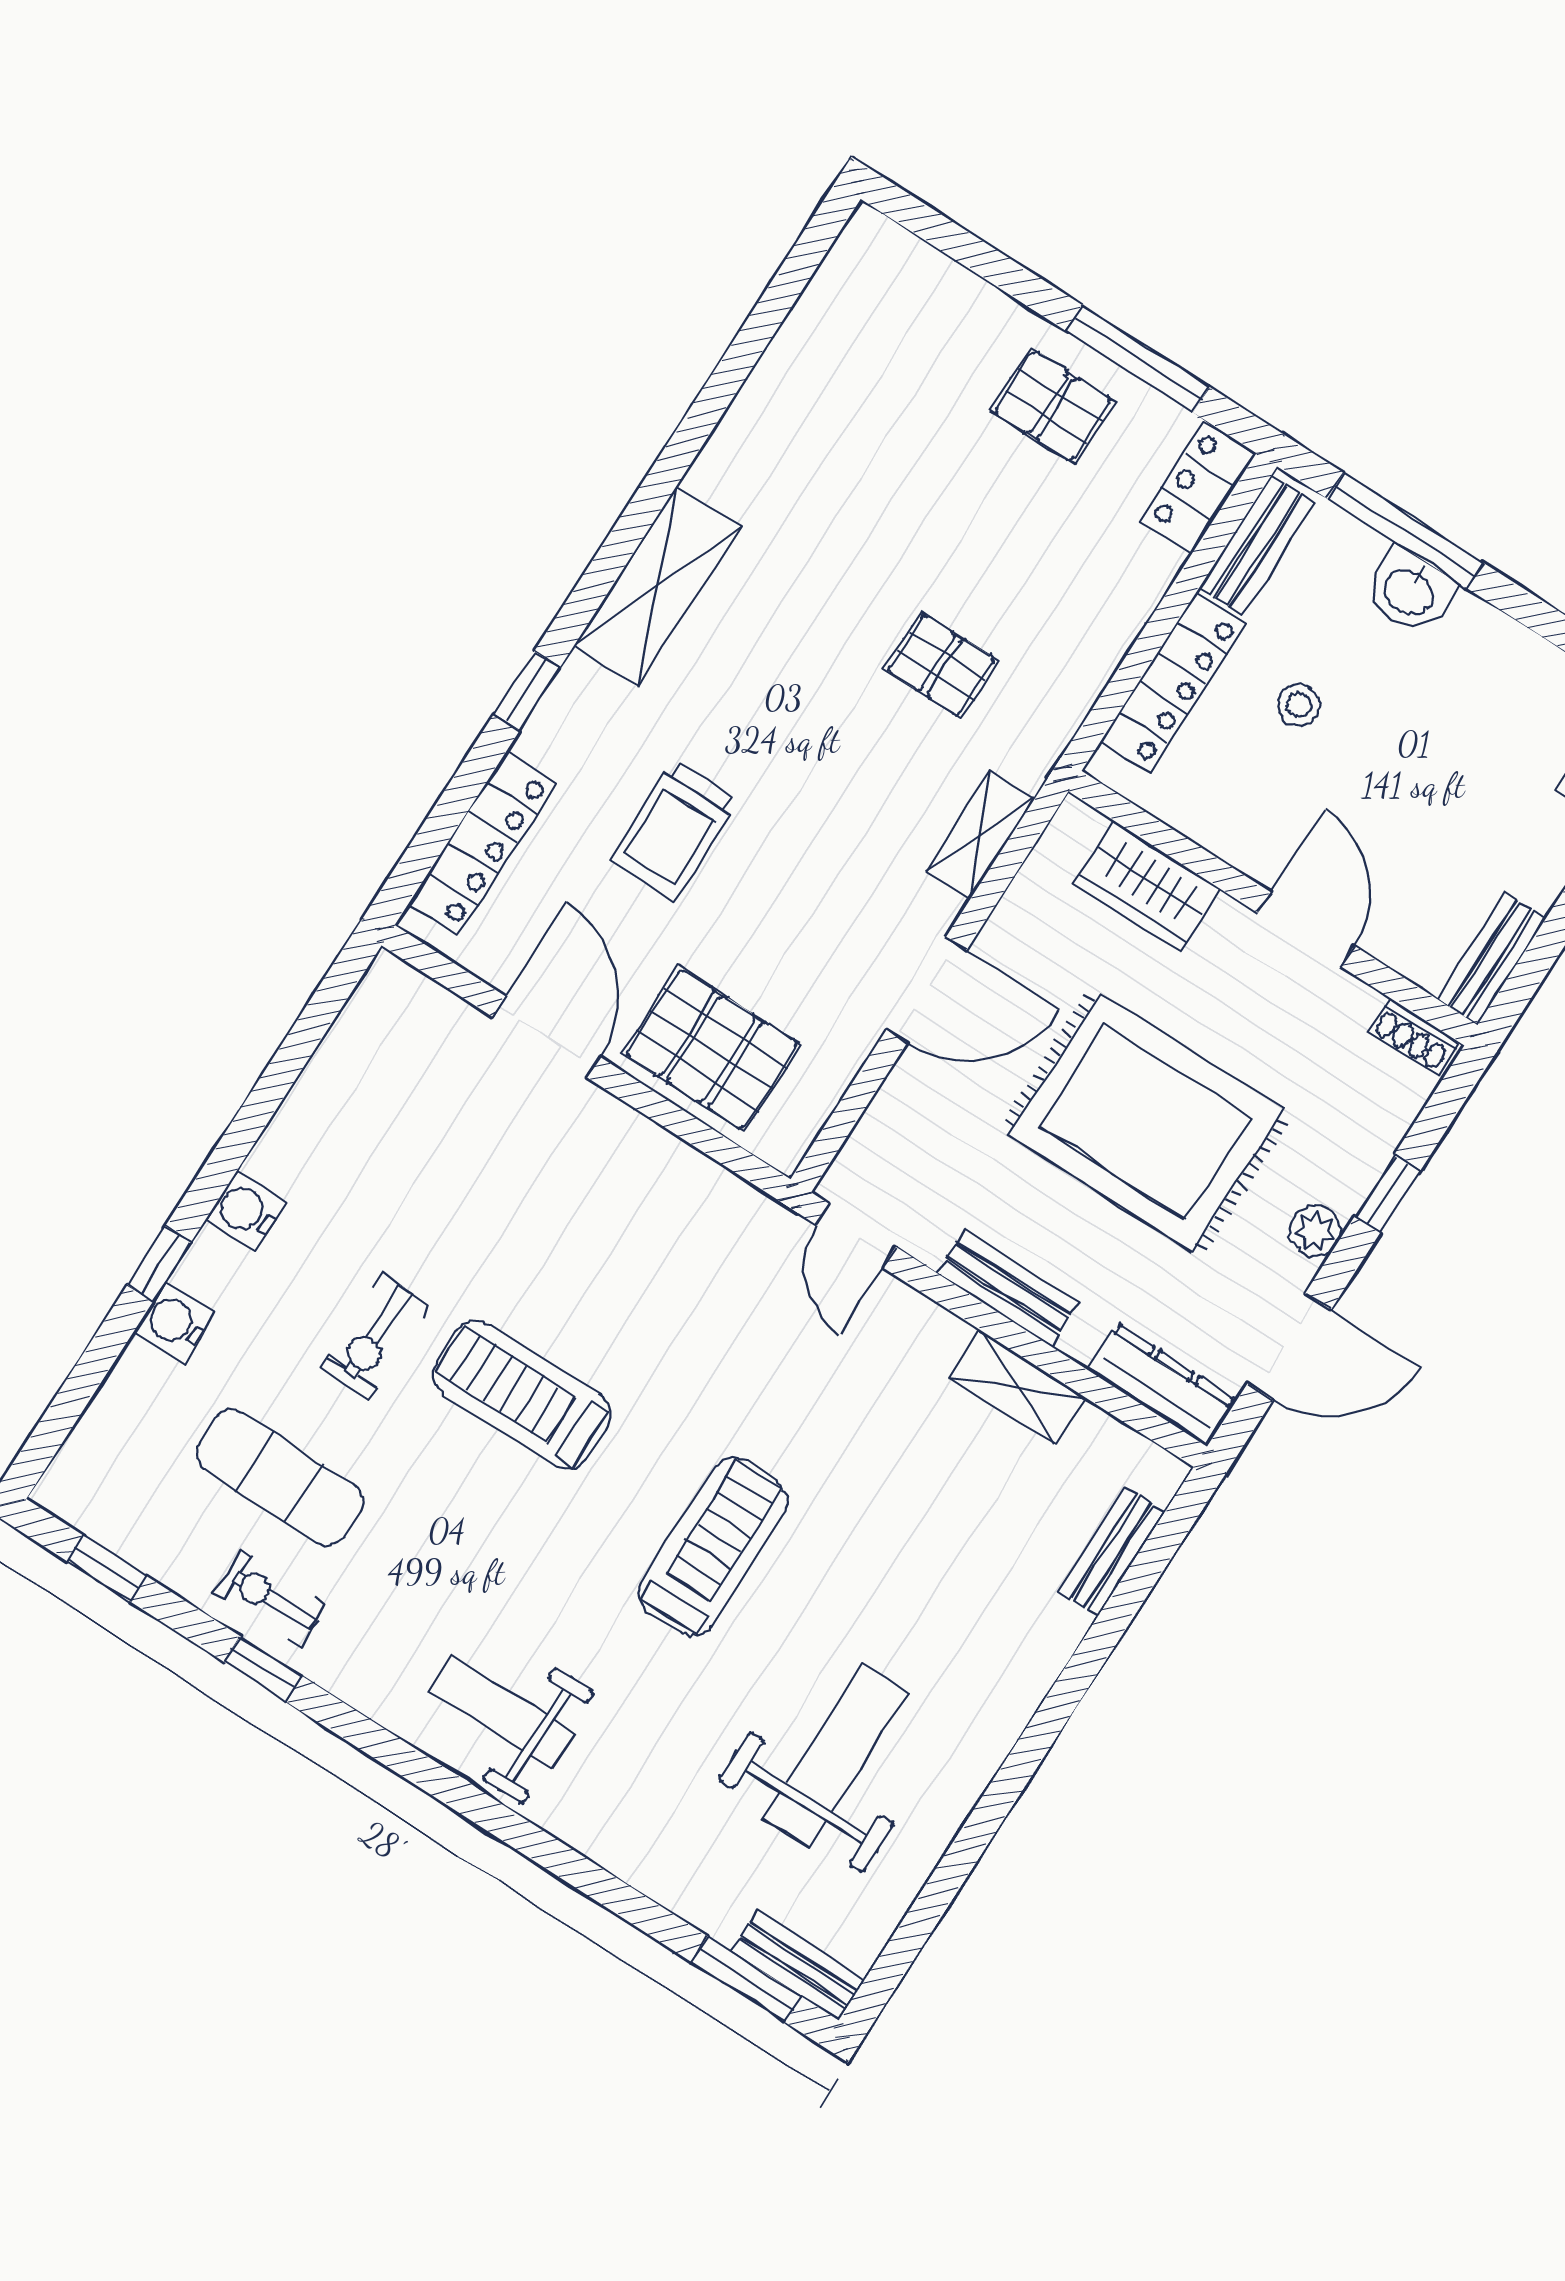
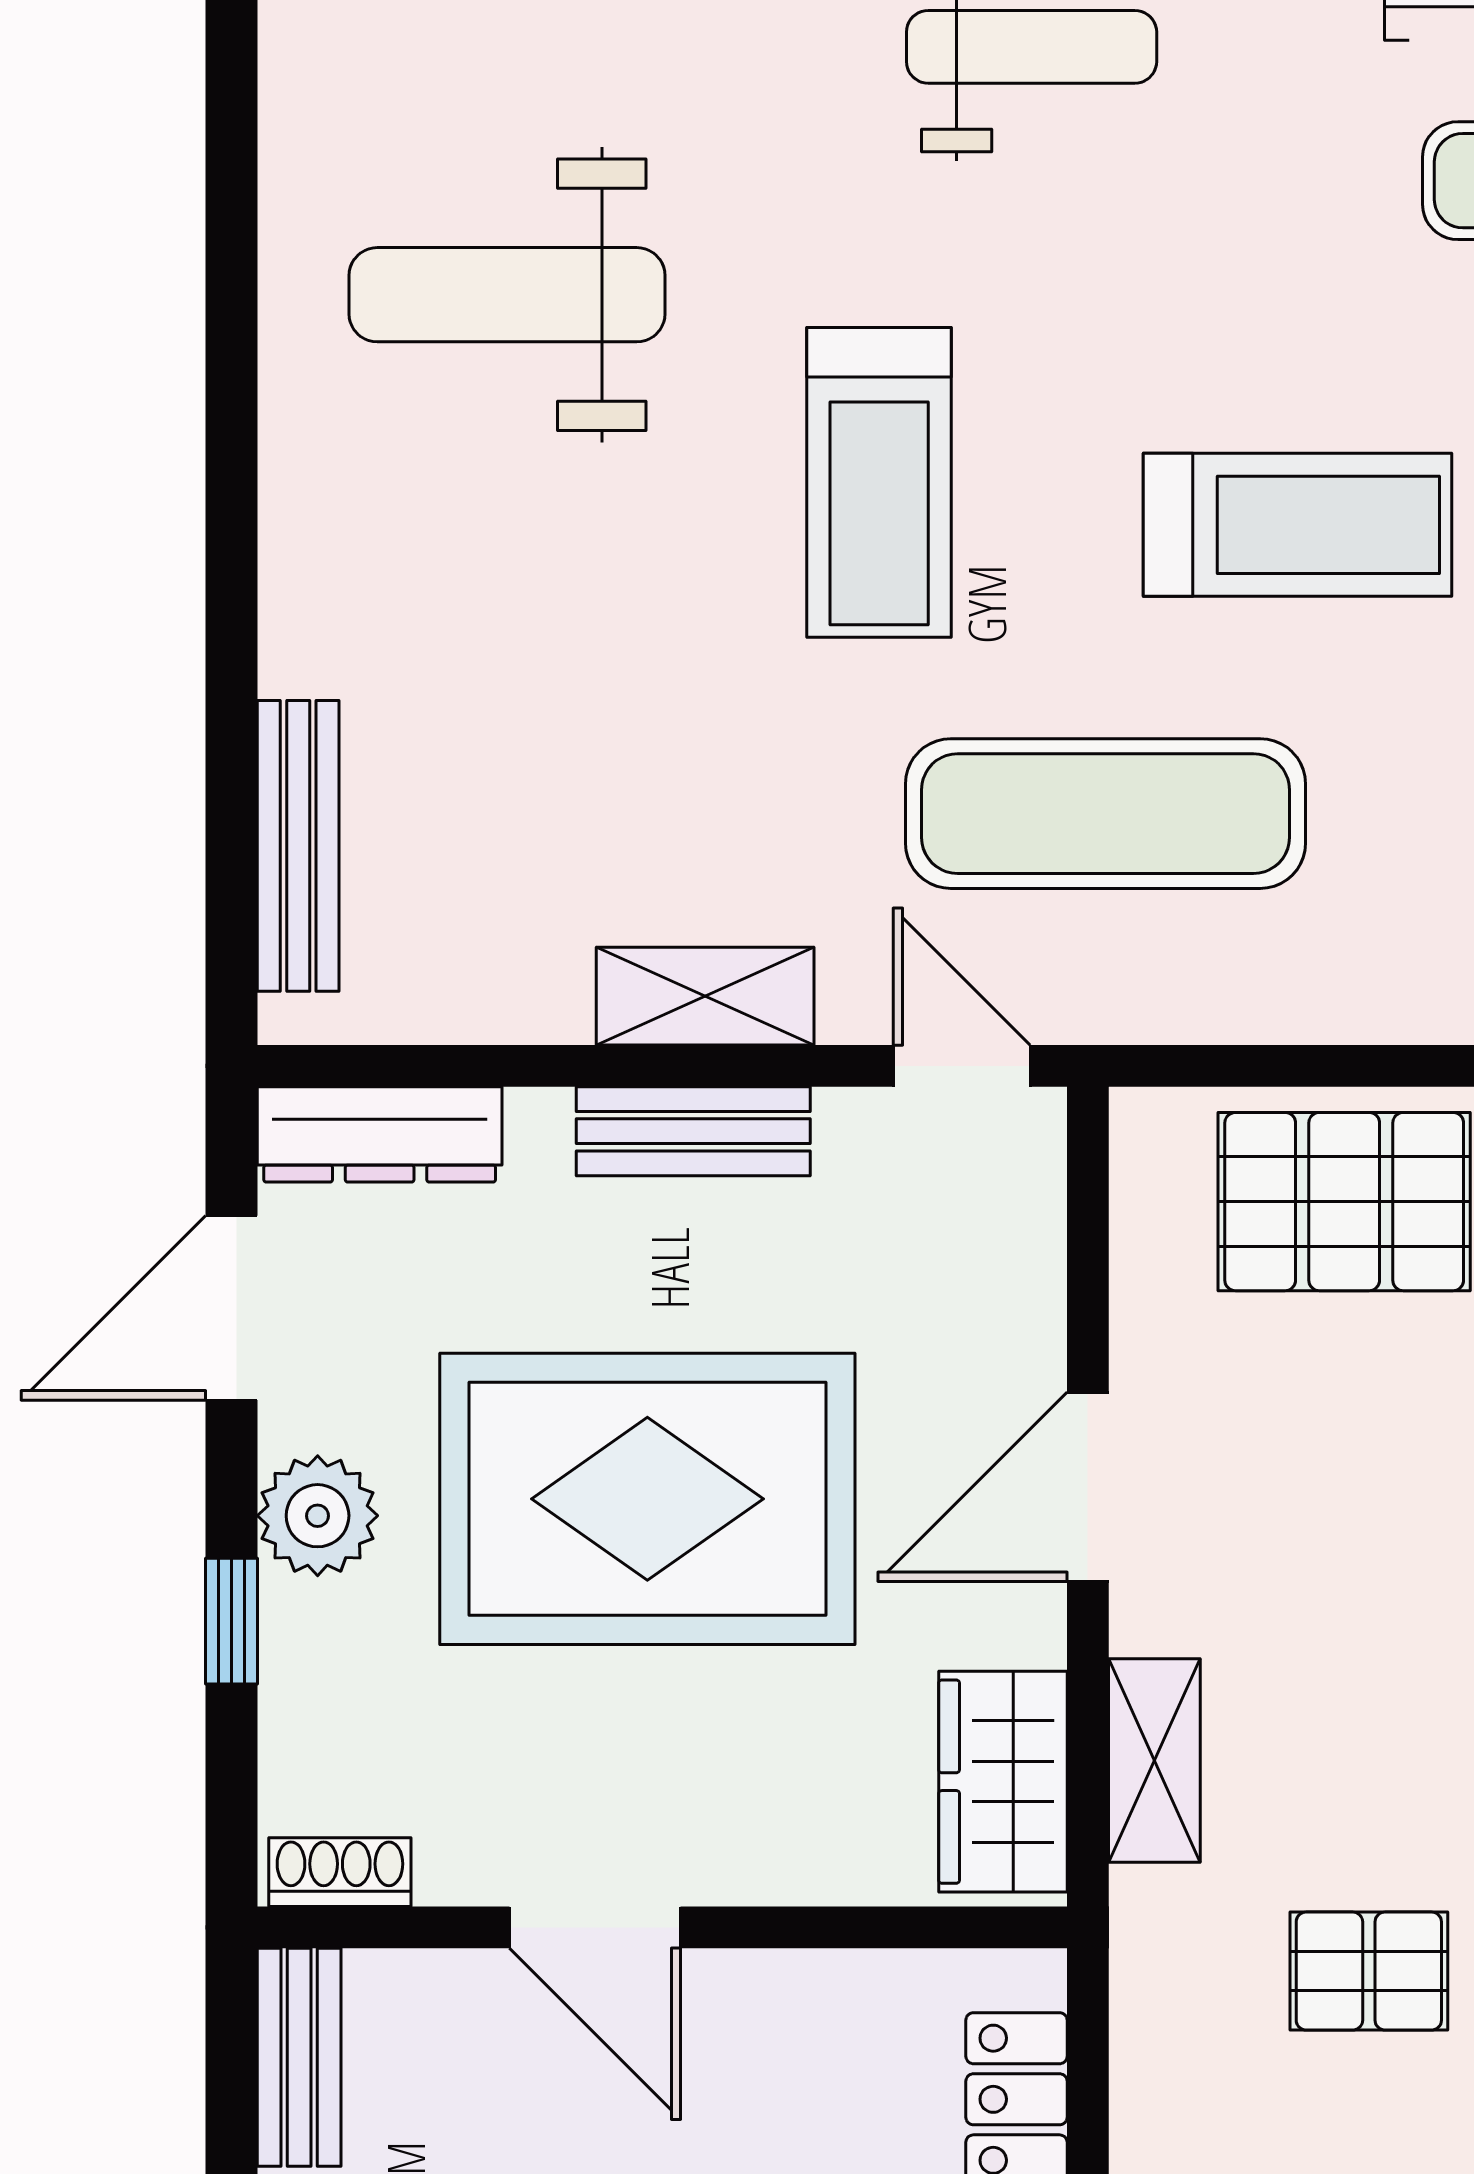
wardrobe: (1147, 886) -> (1003, 1782), moved, turned -90
plant: (1315, 1231) -> (318, 1516), width x1.38, depth x1.38
exercise mat: (706, 1314) -> (1106, 814), added
shelving: (1018, 1388) -> (705, 996), moved
bench: (1111, 1552) -> (298, 846), width x1.36
weight bench: (836, 1756) -> (507, 295), turned 90

